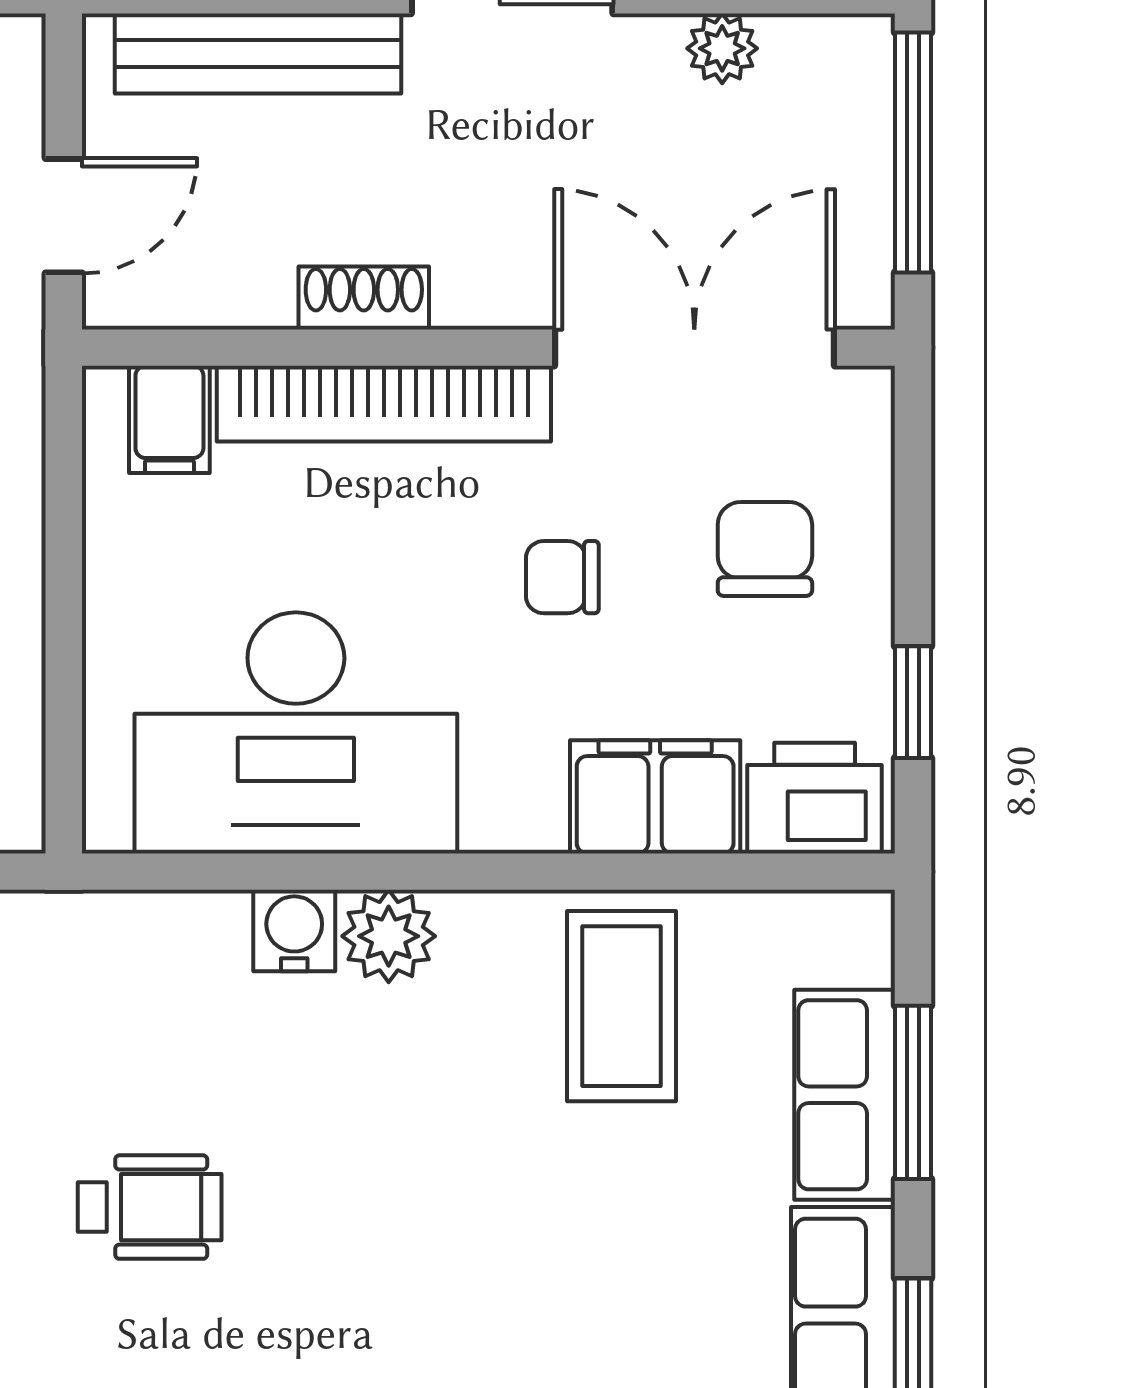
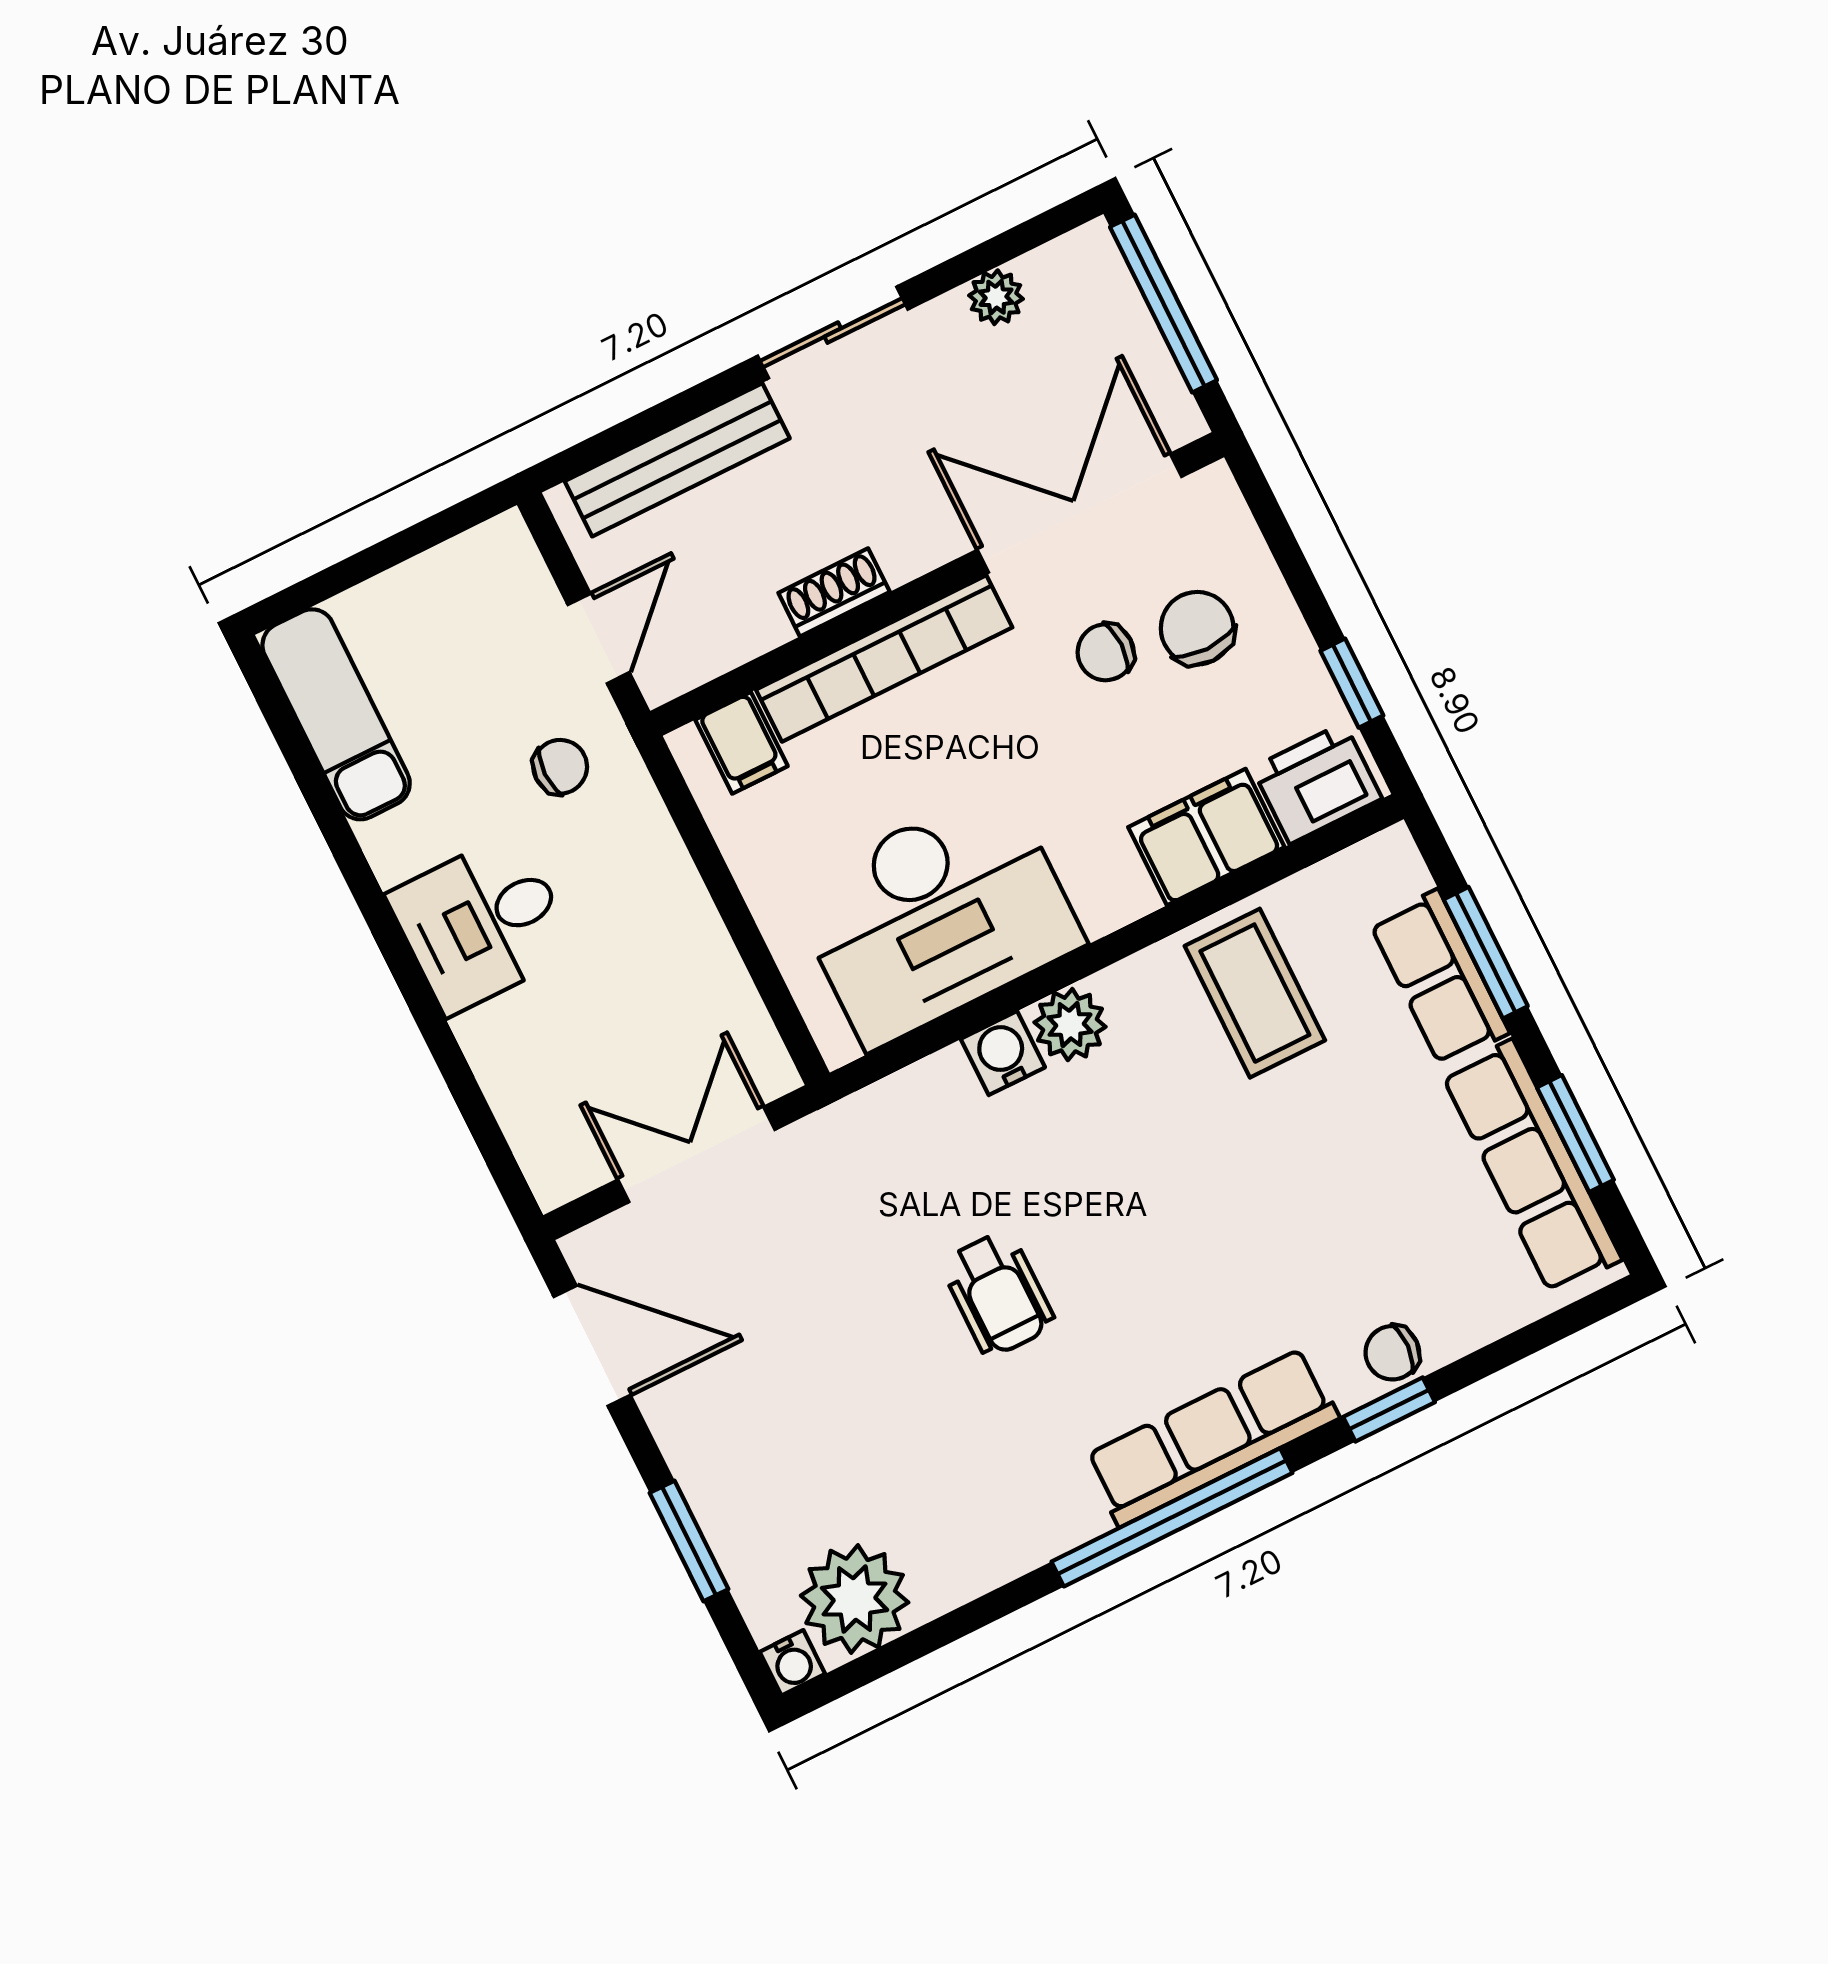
chair: (562, 577) -> (1106, 652), moved
wheelchair: (150, 1207) -> (998, 1294), turned 90

